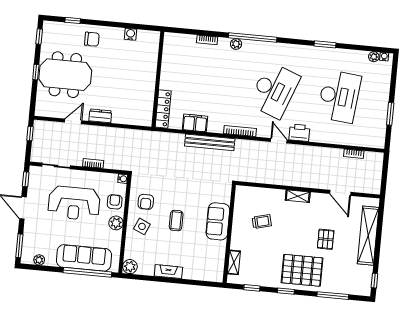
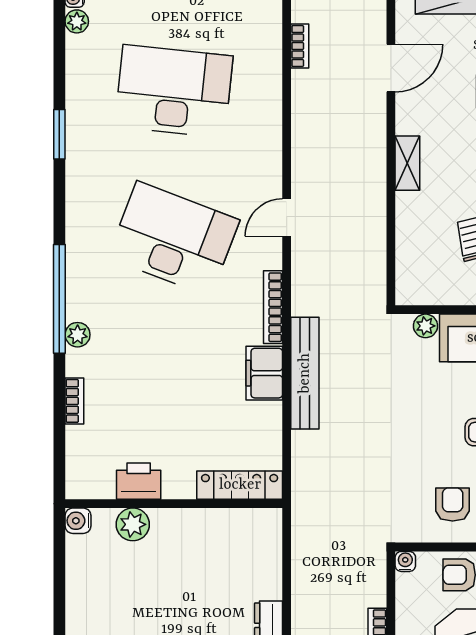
water cooler: (130, 34) -> (78, 521), moved
plant: (150, 60) -> (133, 524), added
filing cabinet: (195, 123) -> (264, 373), moved
printer: (299, 133) -> (139, 481), moved, turned 90
plant: (225, 197) -> (425, 326), added
armchair: (146, 202) -> (453, 505), turned -90

